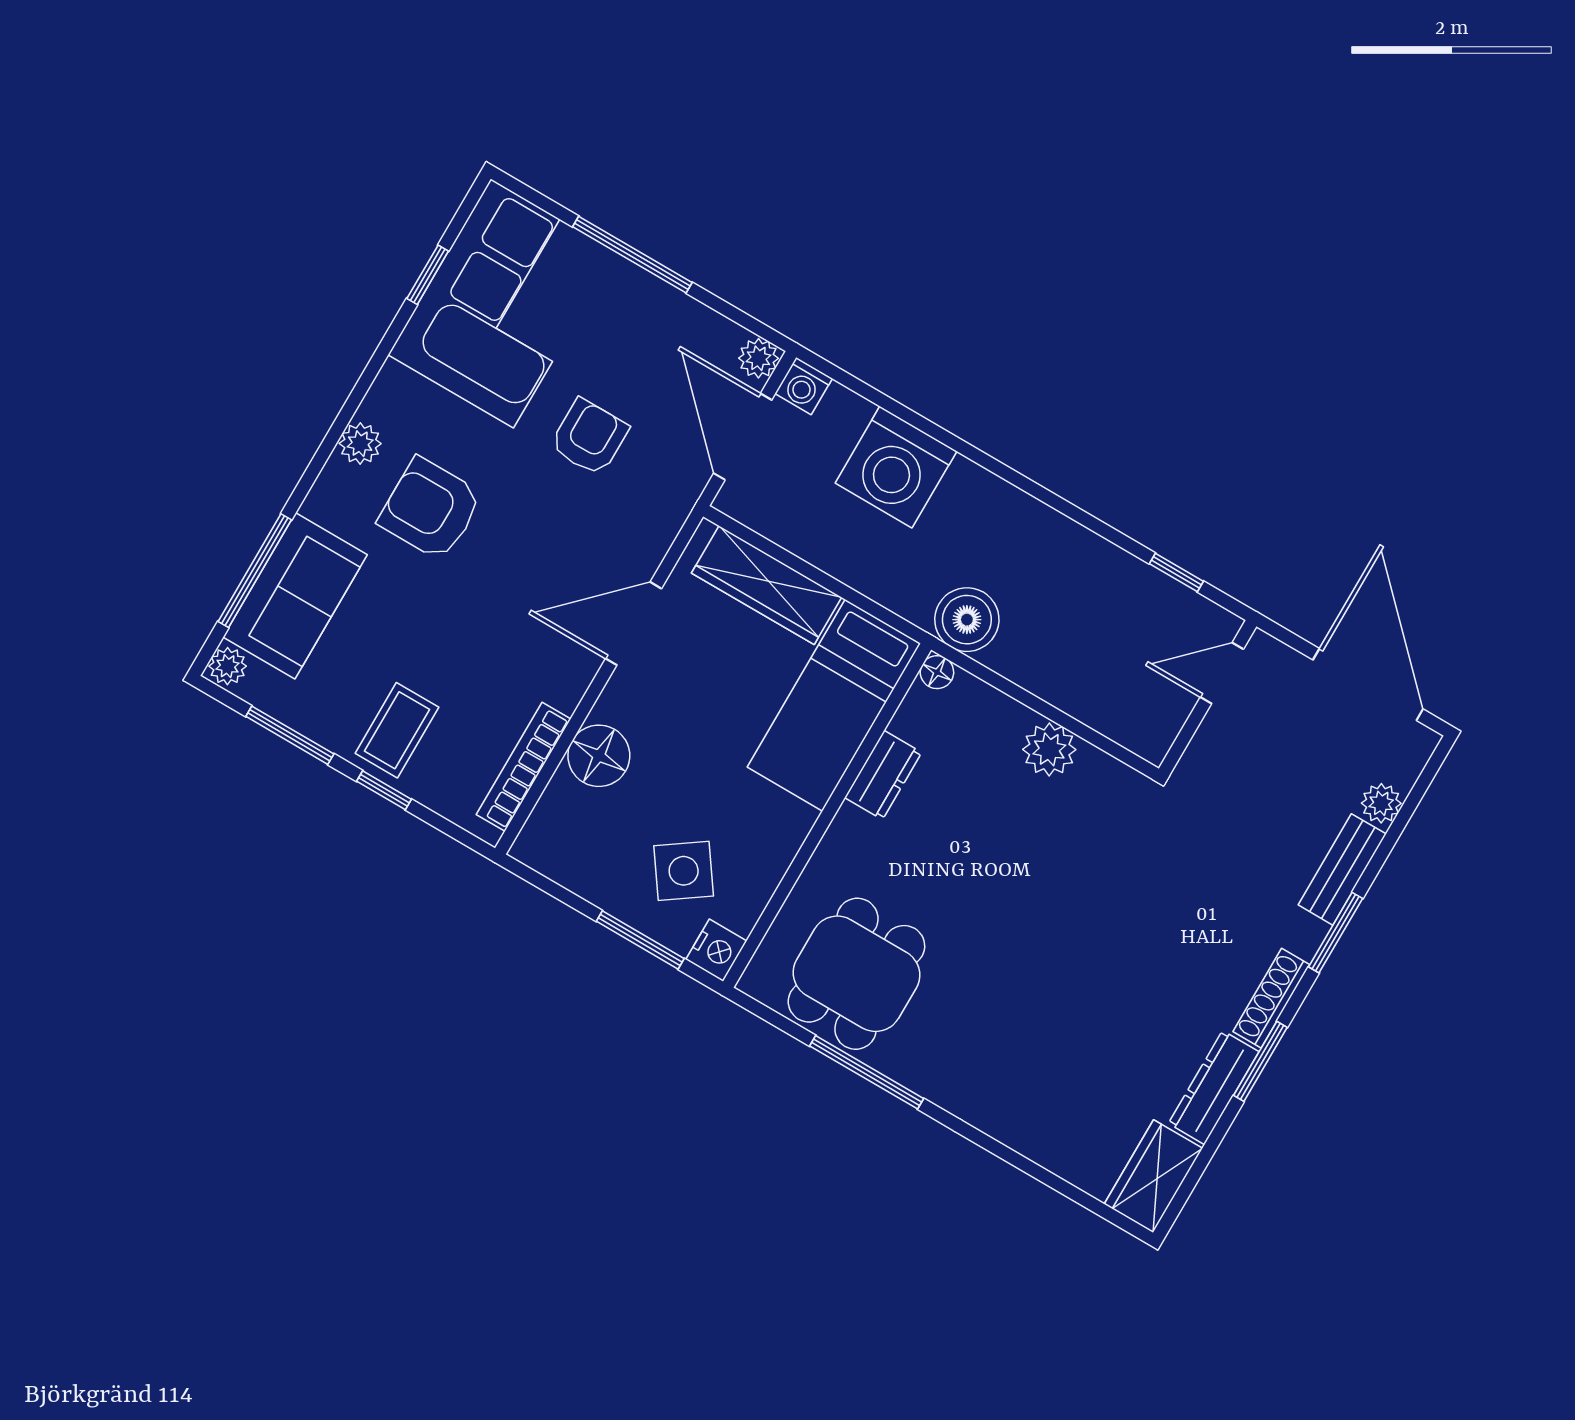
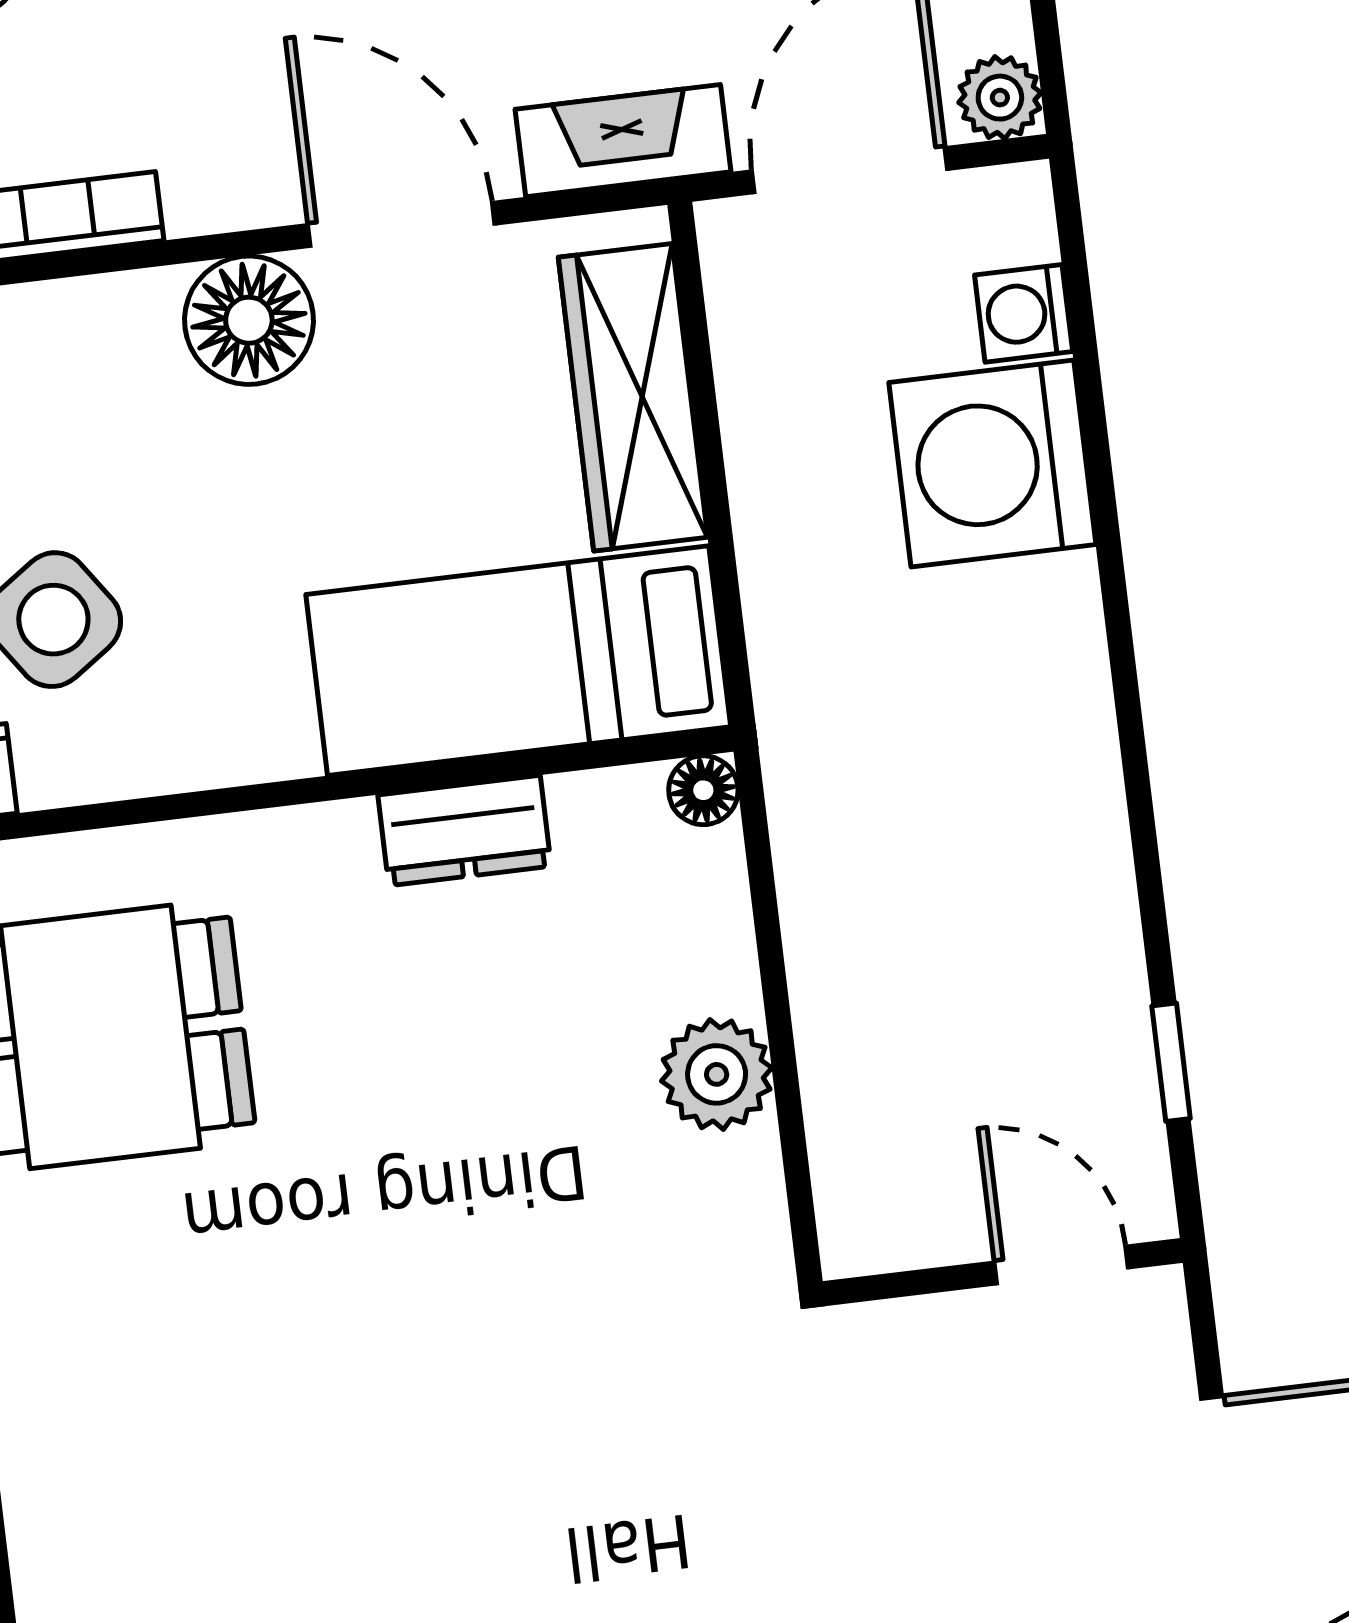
washing machine: (804, 386) -> (1024, 313), moved
fireplace: (666, 515) -> (623, 141), added
boiler: (967, 620) -> (828, 774), removed
floor lamp: (599, 756) -> (249, 320), moved

